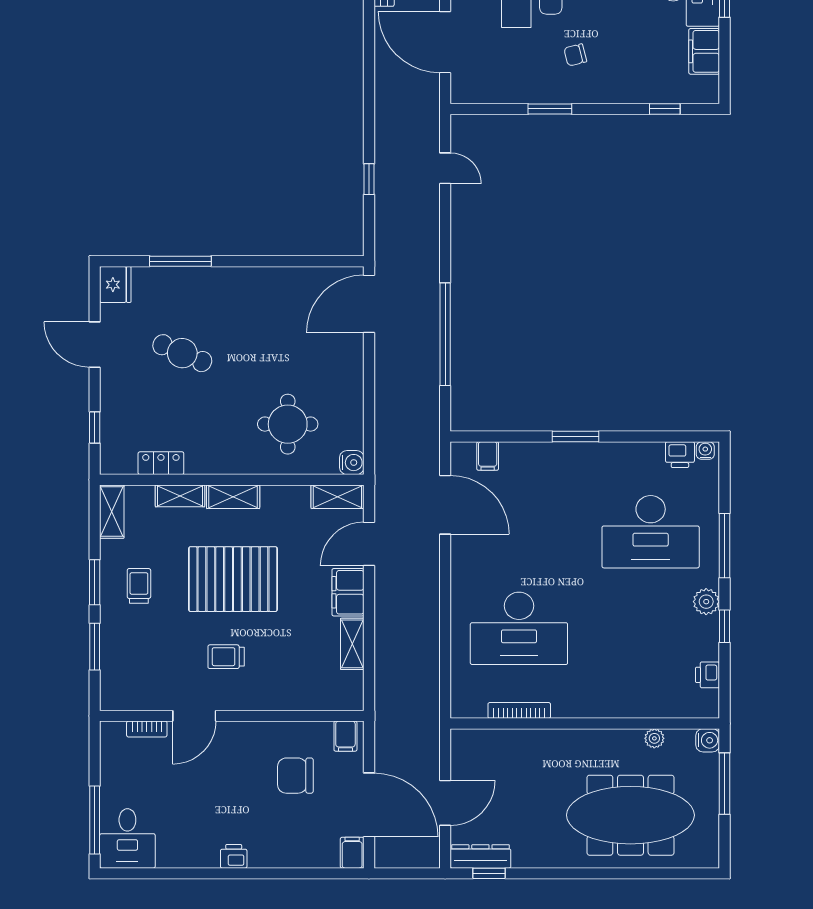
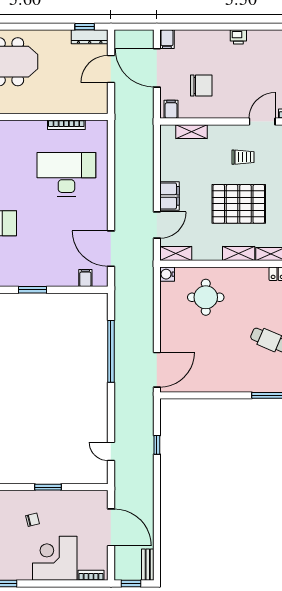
shelving: (352, 644) -> (191, 132), moved, turned 90

